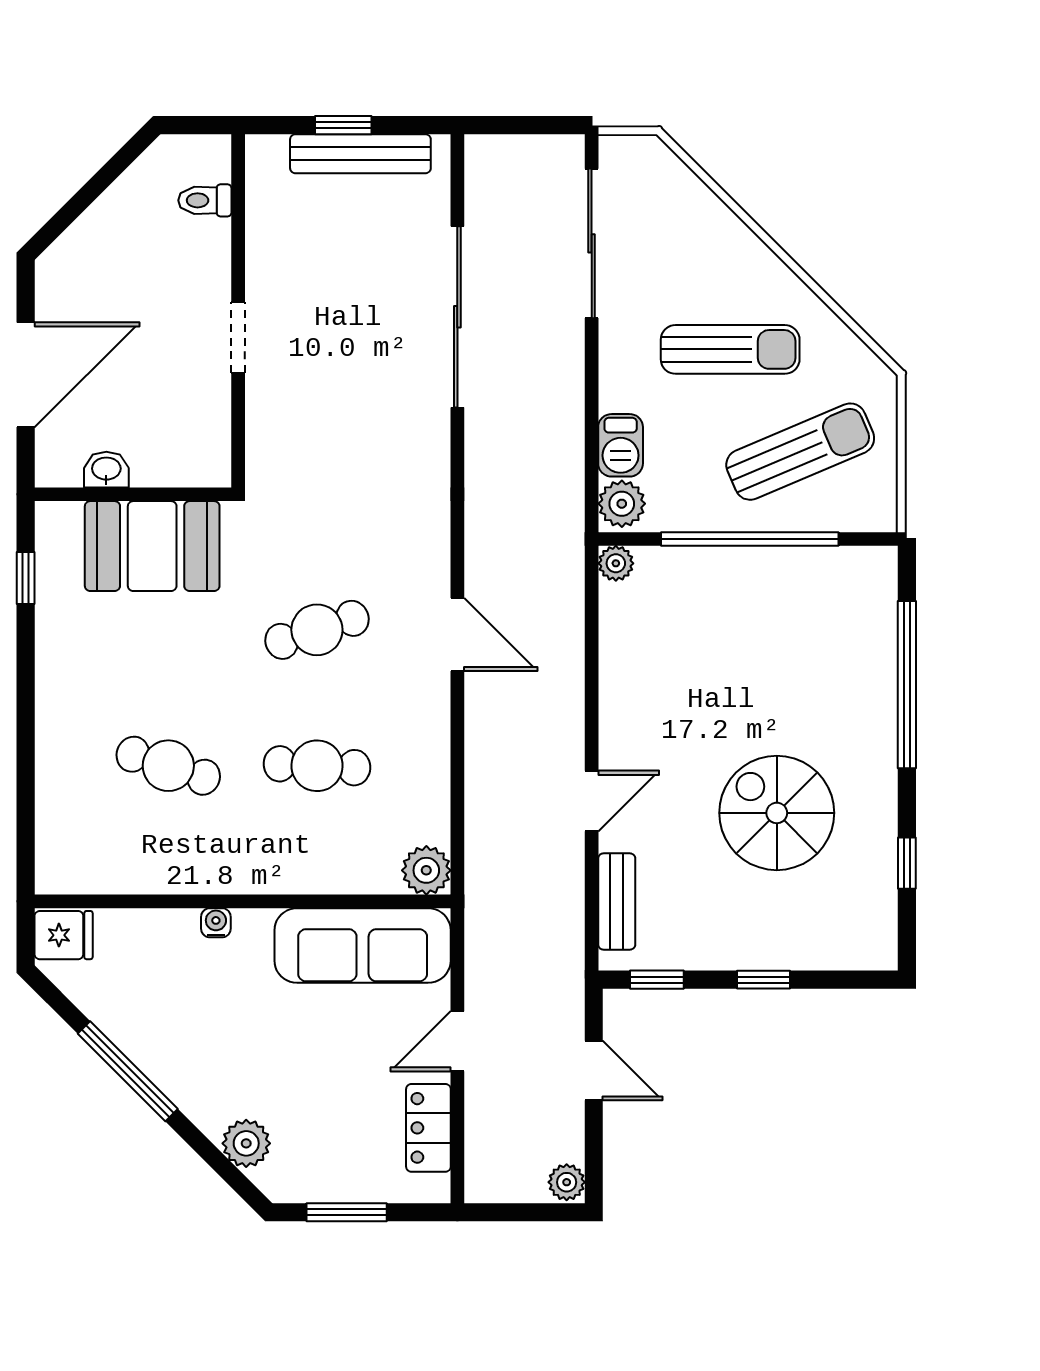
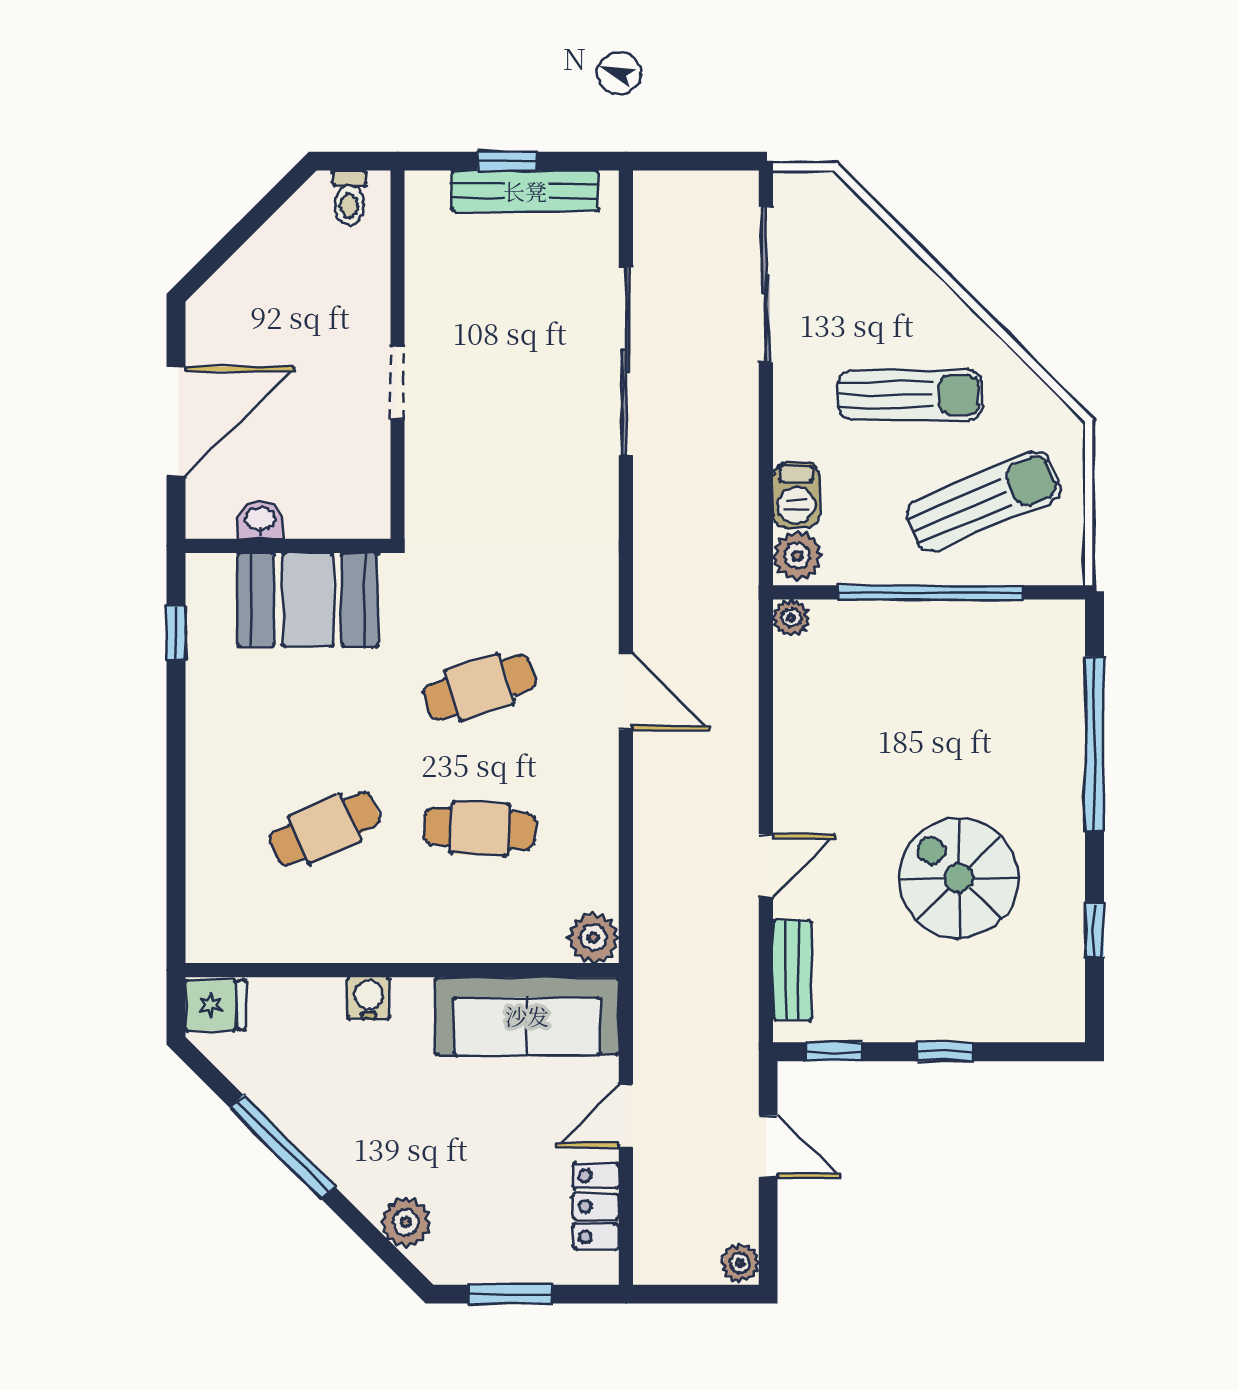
toilet: (205, 200) -> (349, 198), moved, turned -90
cafe table: (168, 766) -> (325, 829), turned -42
water cooler: (216, 923) -> (368, 998), width x1.38, depth x1.38

